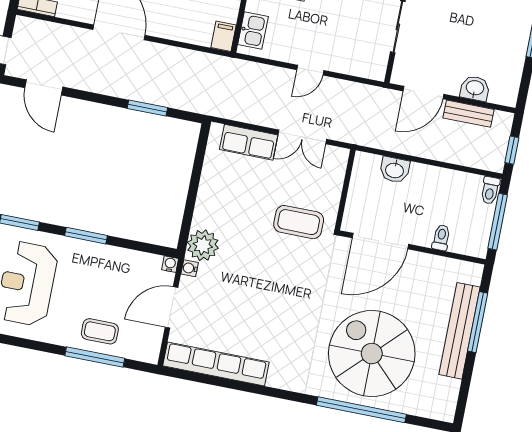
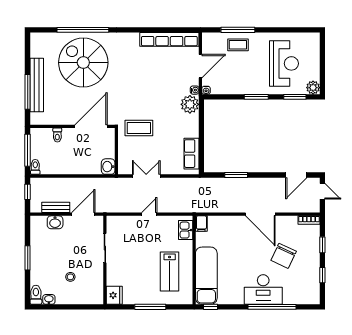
door: (44, 87) -> (296, 175), swing flipped
row of seats: (249, 142) -> (191, 154), moved, turned -90
washbasin: (395, 170) -> (108, 167), moved, turned -90
spiral stairs: (372, 354) -> (83, 63), turned 180

